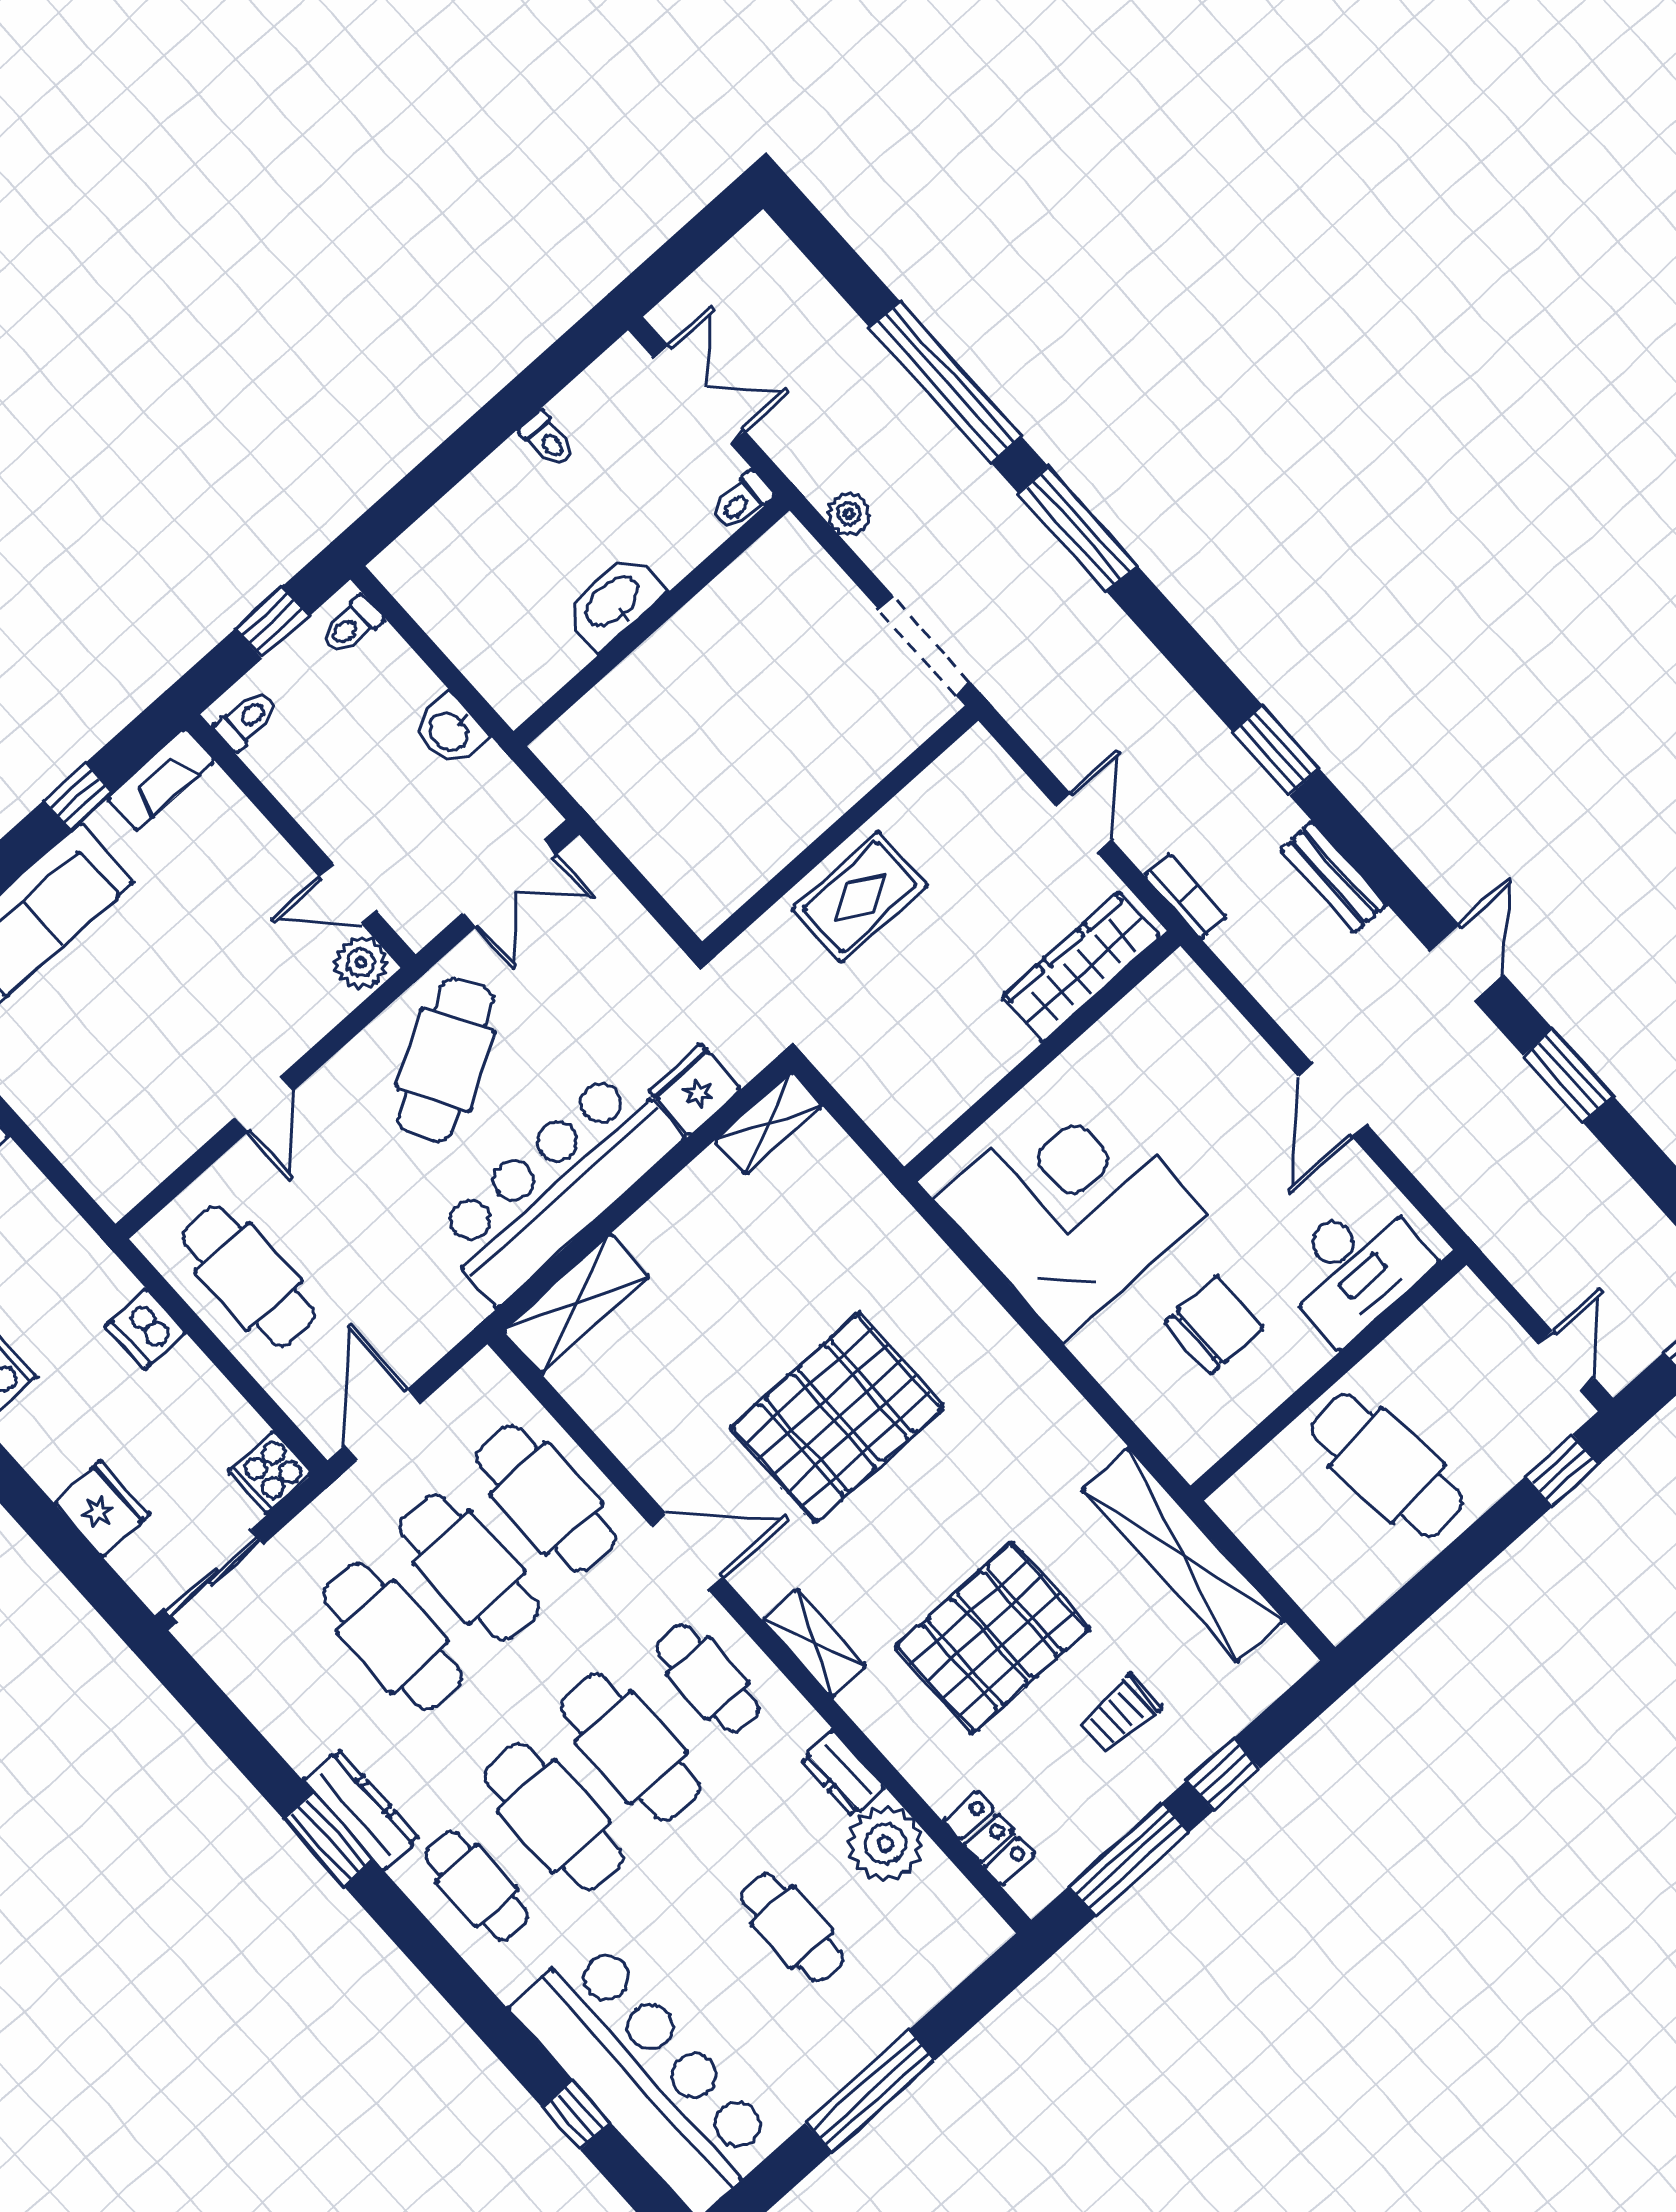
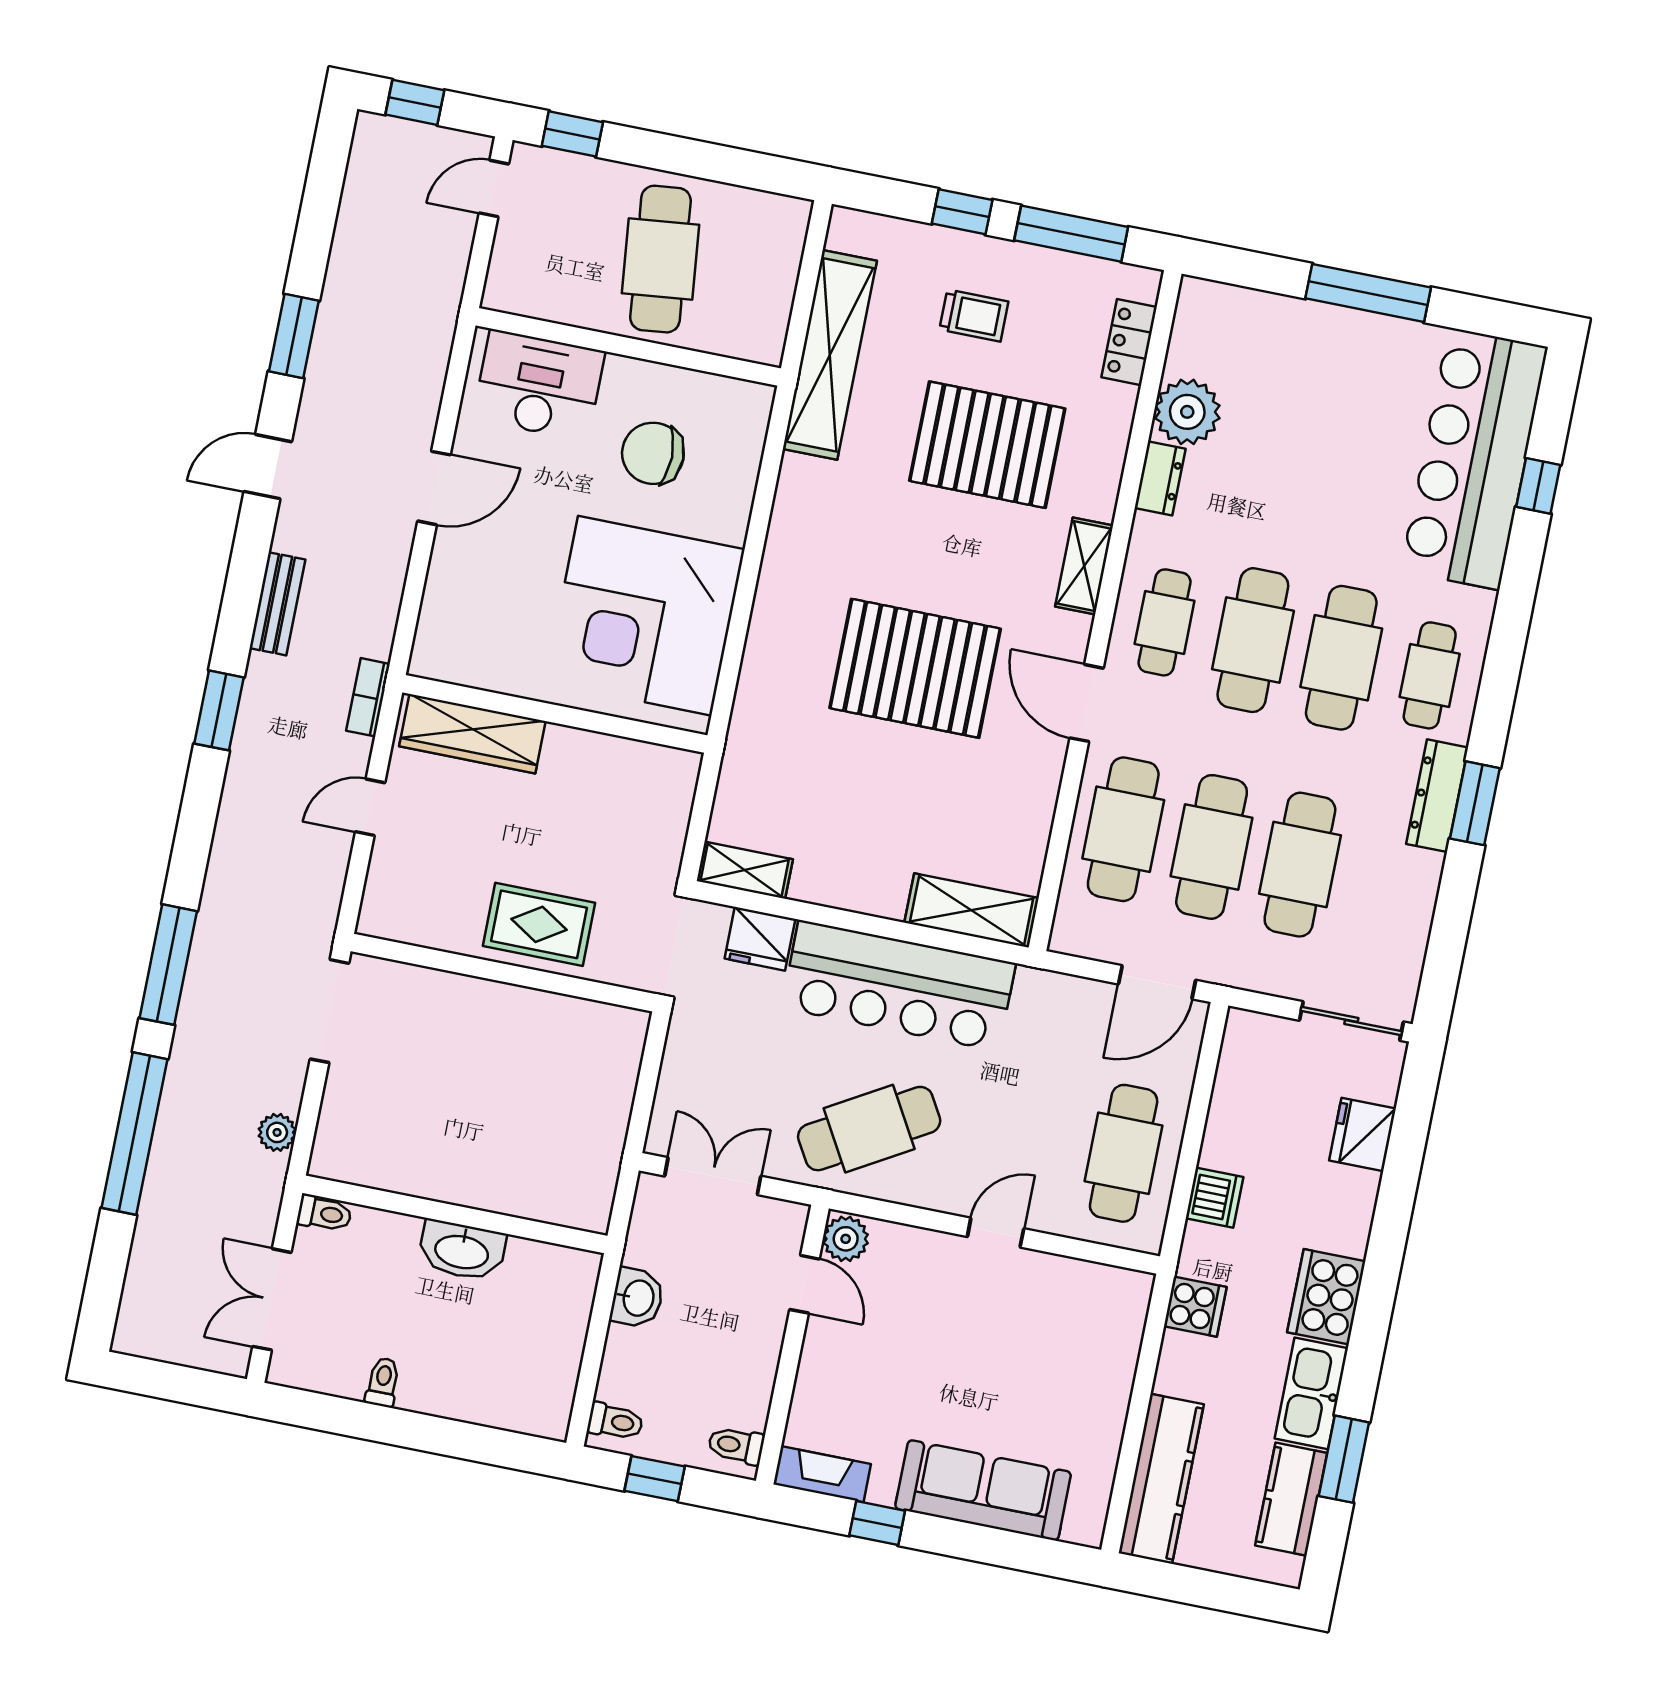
cooker: (270, 1473) -> (1195, 1307), moved
cafe table: (792, 1927) -> (1294, 433), removed

